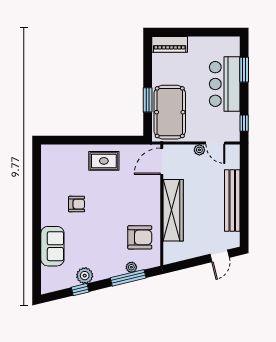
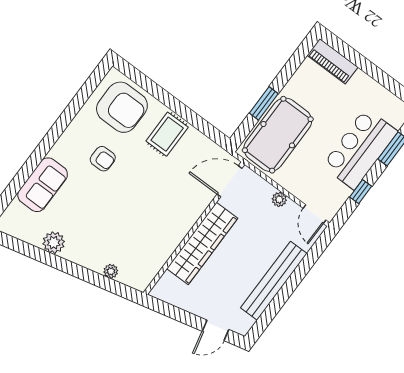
window: (244, 123) -> (361, 192), moved
door: (215, 143) -> (314, 214), moved
rug: (104, 161) -> (167, 134), turned 90
armchair: (140, 237) -> (122, 107), moved, width x1.36, depth x1.36
window: (128, 278) -> (99, 280), removed
window: (80, 290) -> (37, 254), removed

